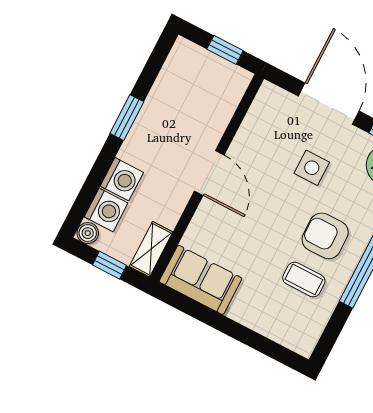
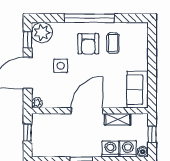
plant: (268, 93) -> (37, 103), added
door: (209, 173) -> (87, 111), width x1.36
shelving: (151, 249) -> (118, 119), moved

